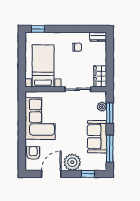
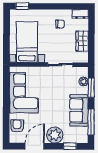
wardrobe: (100, 76) -> (82, 41), moved

